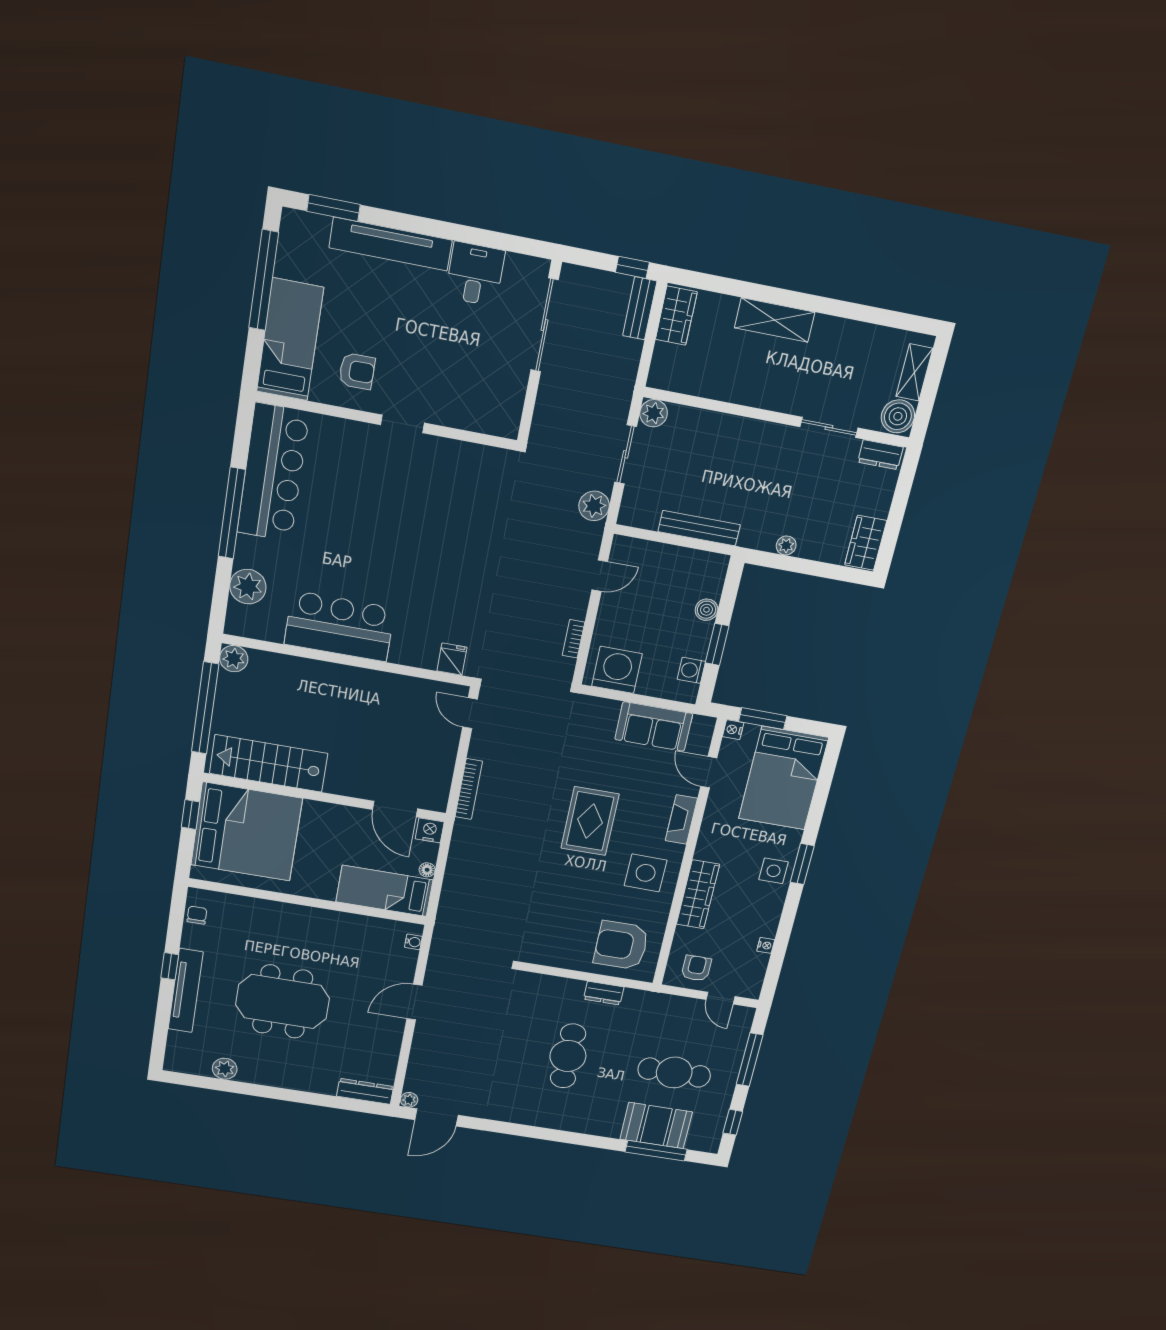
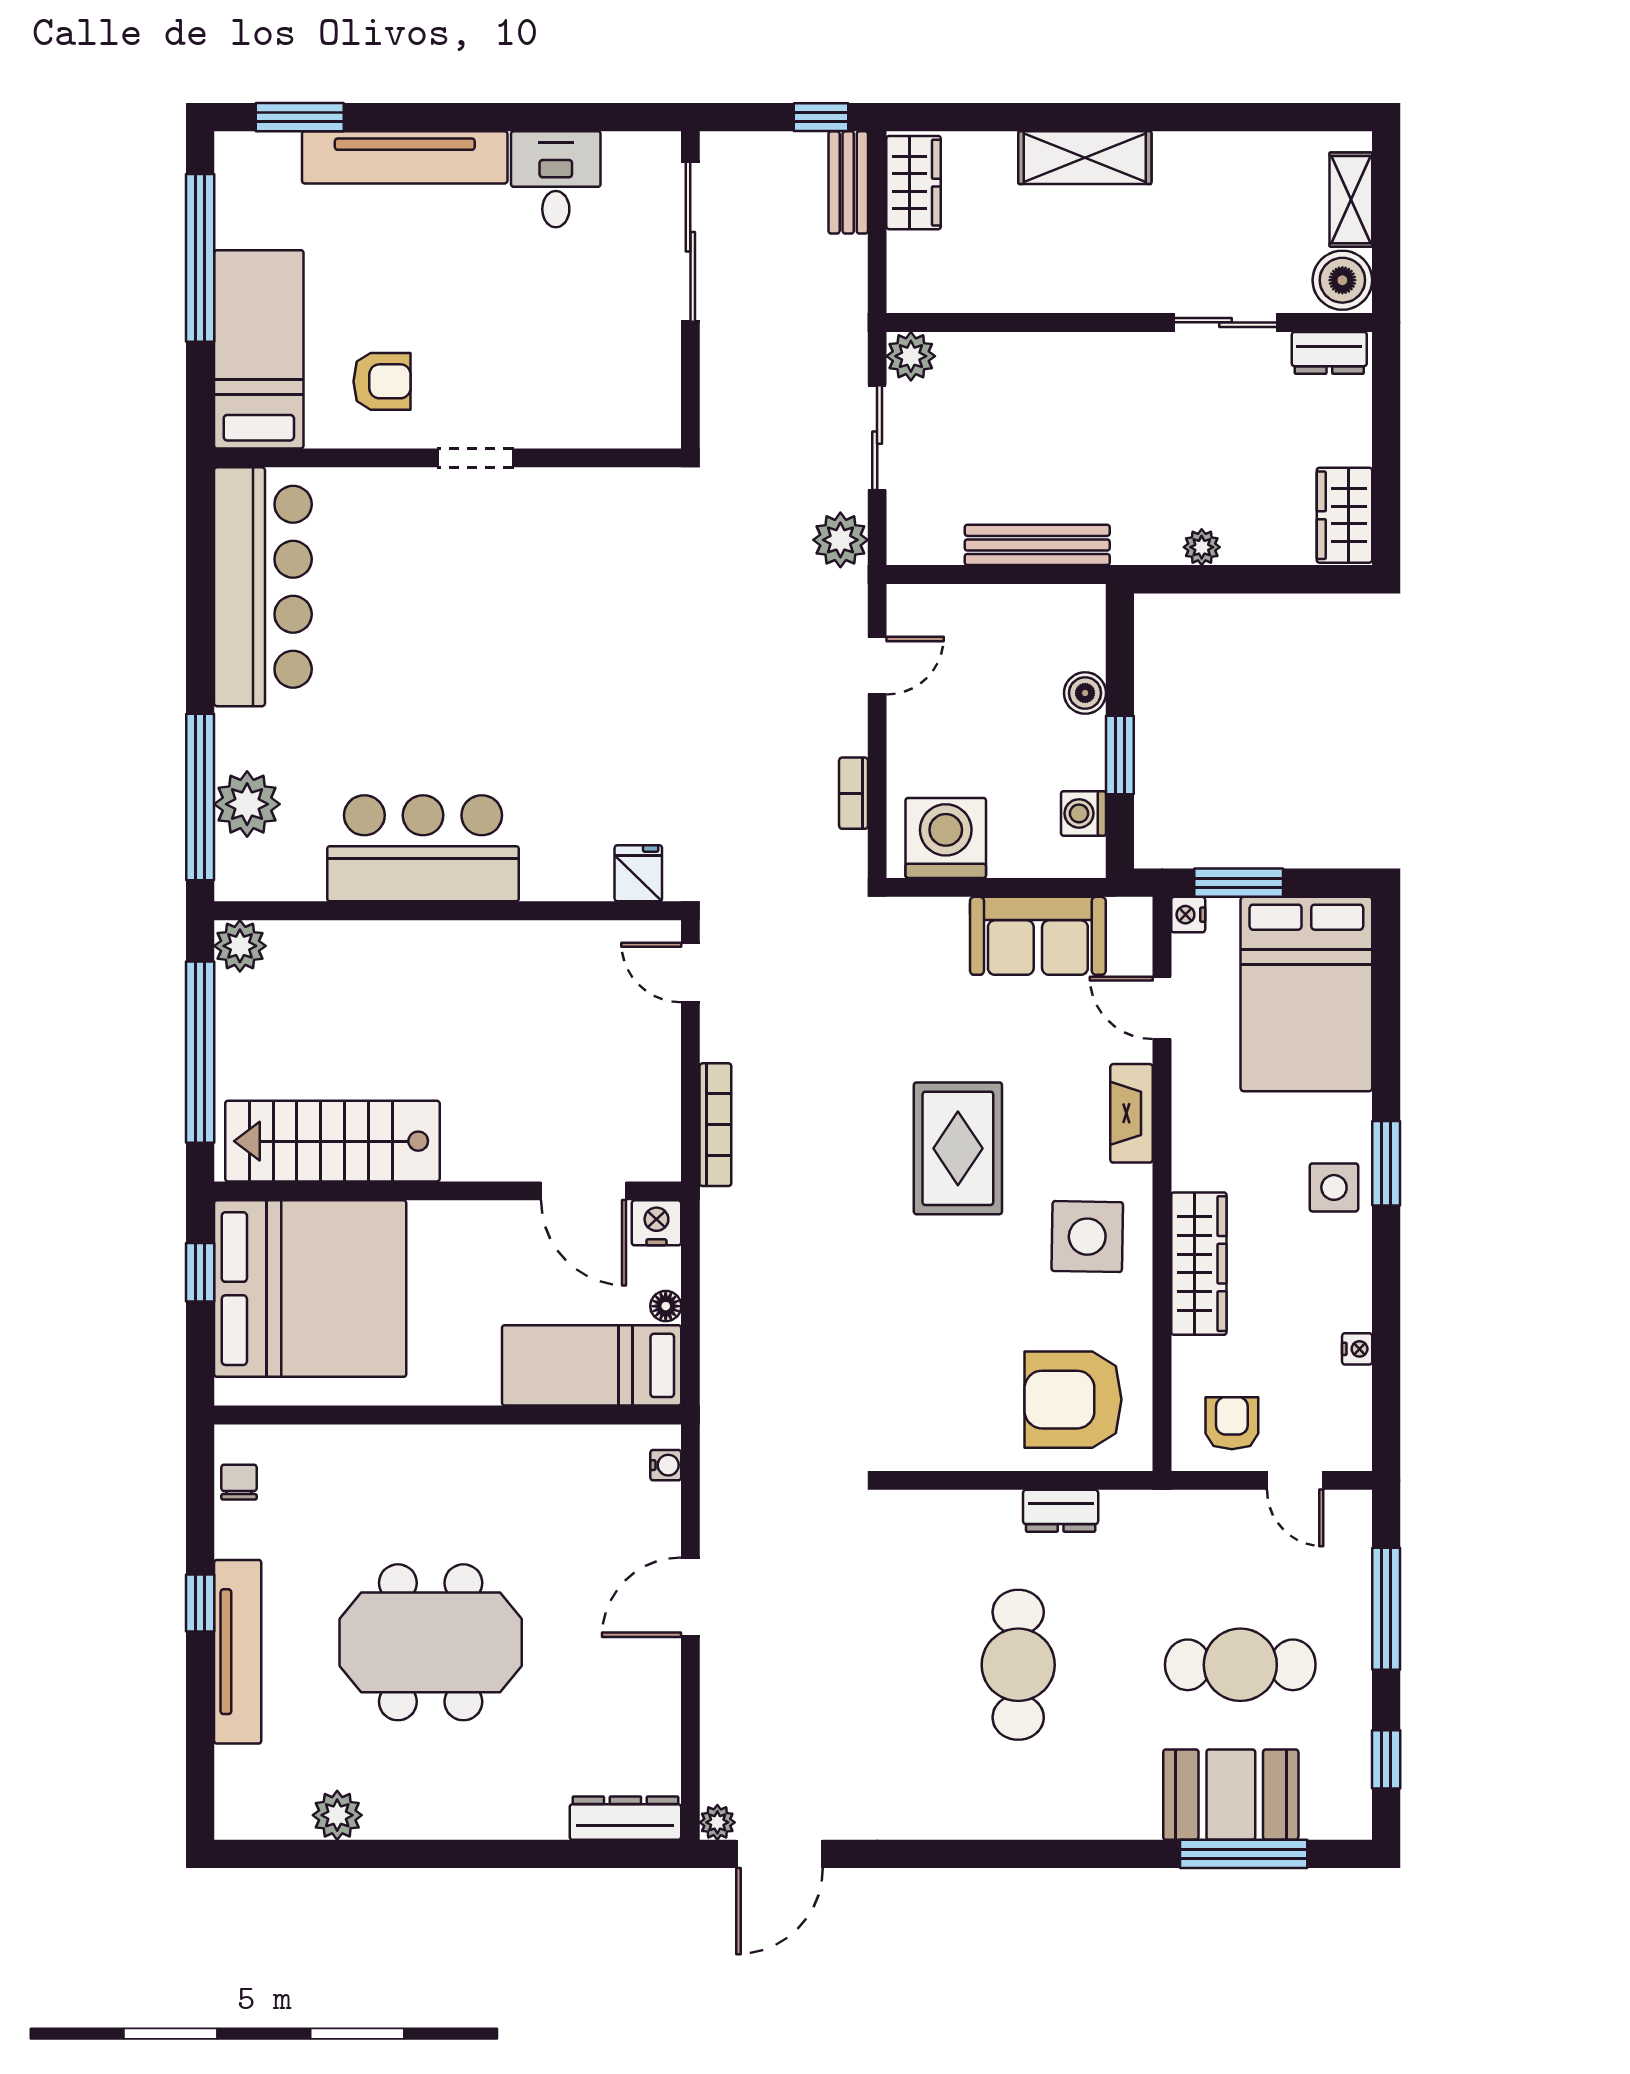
window: (232, 513) -> (200, 797), moved

